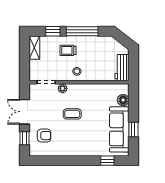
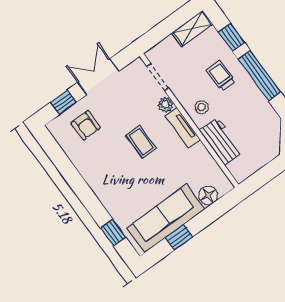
workbench: (122, 68) -> (221, 141), moved, turned 90
tv unit: (80, 88) -> (183, 128), added

